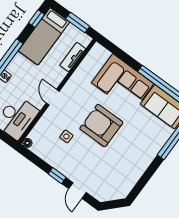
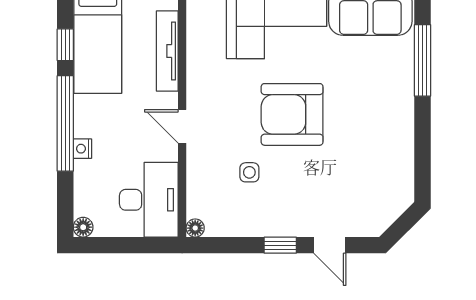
window: (37, 19) -> (65, 45), moved
tv unit: (73, 57) -> (167, 51), width x1.41

